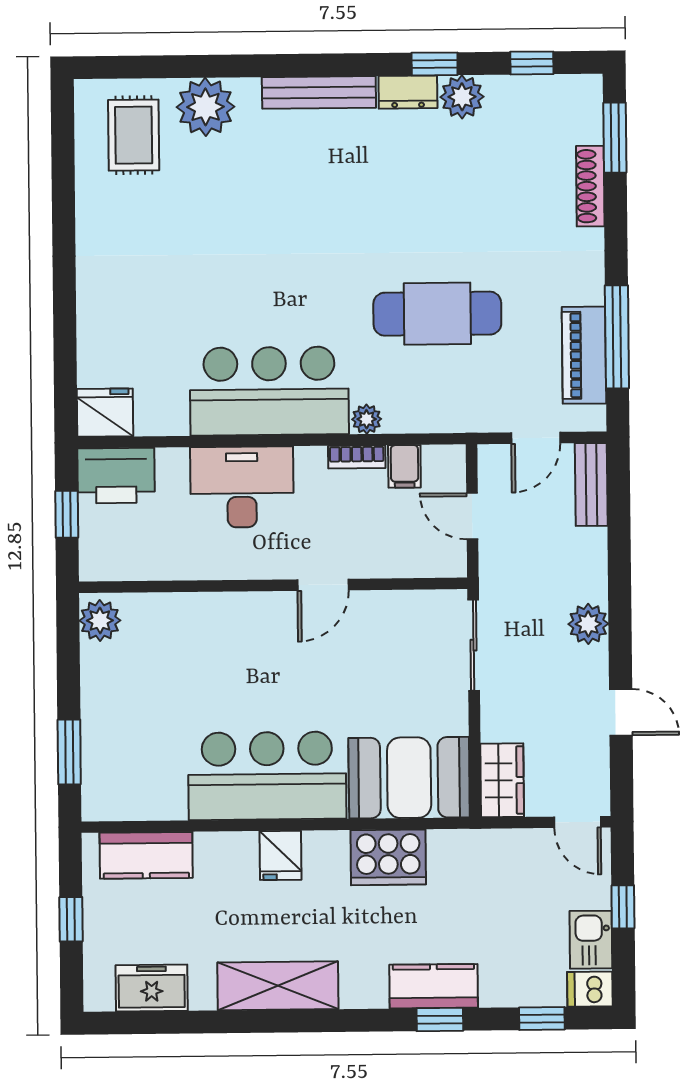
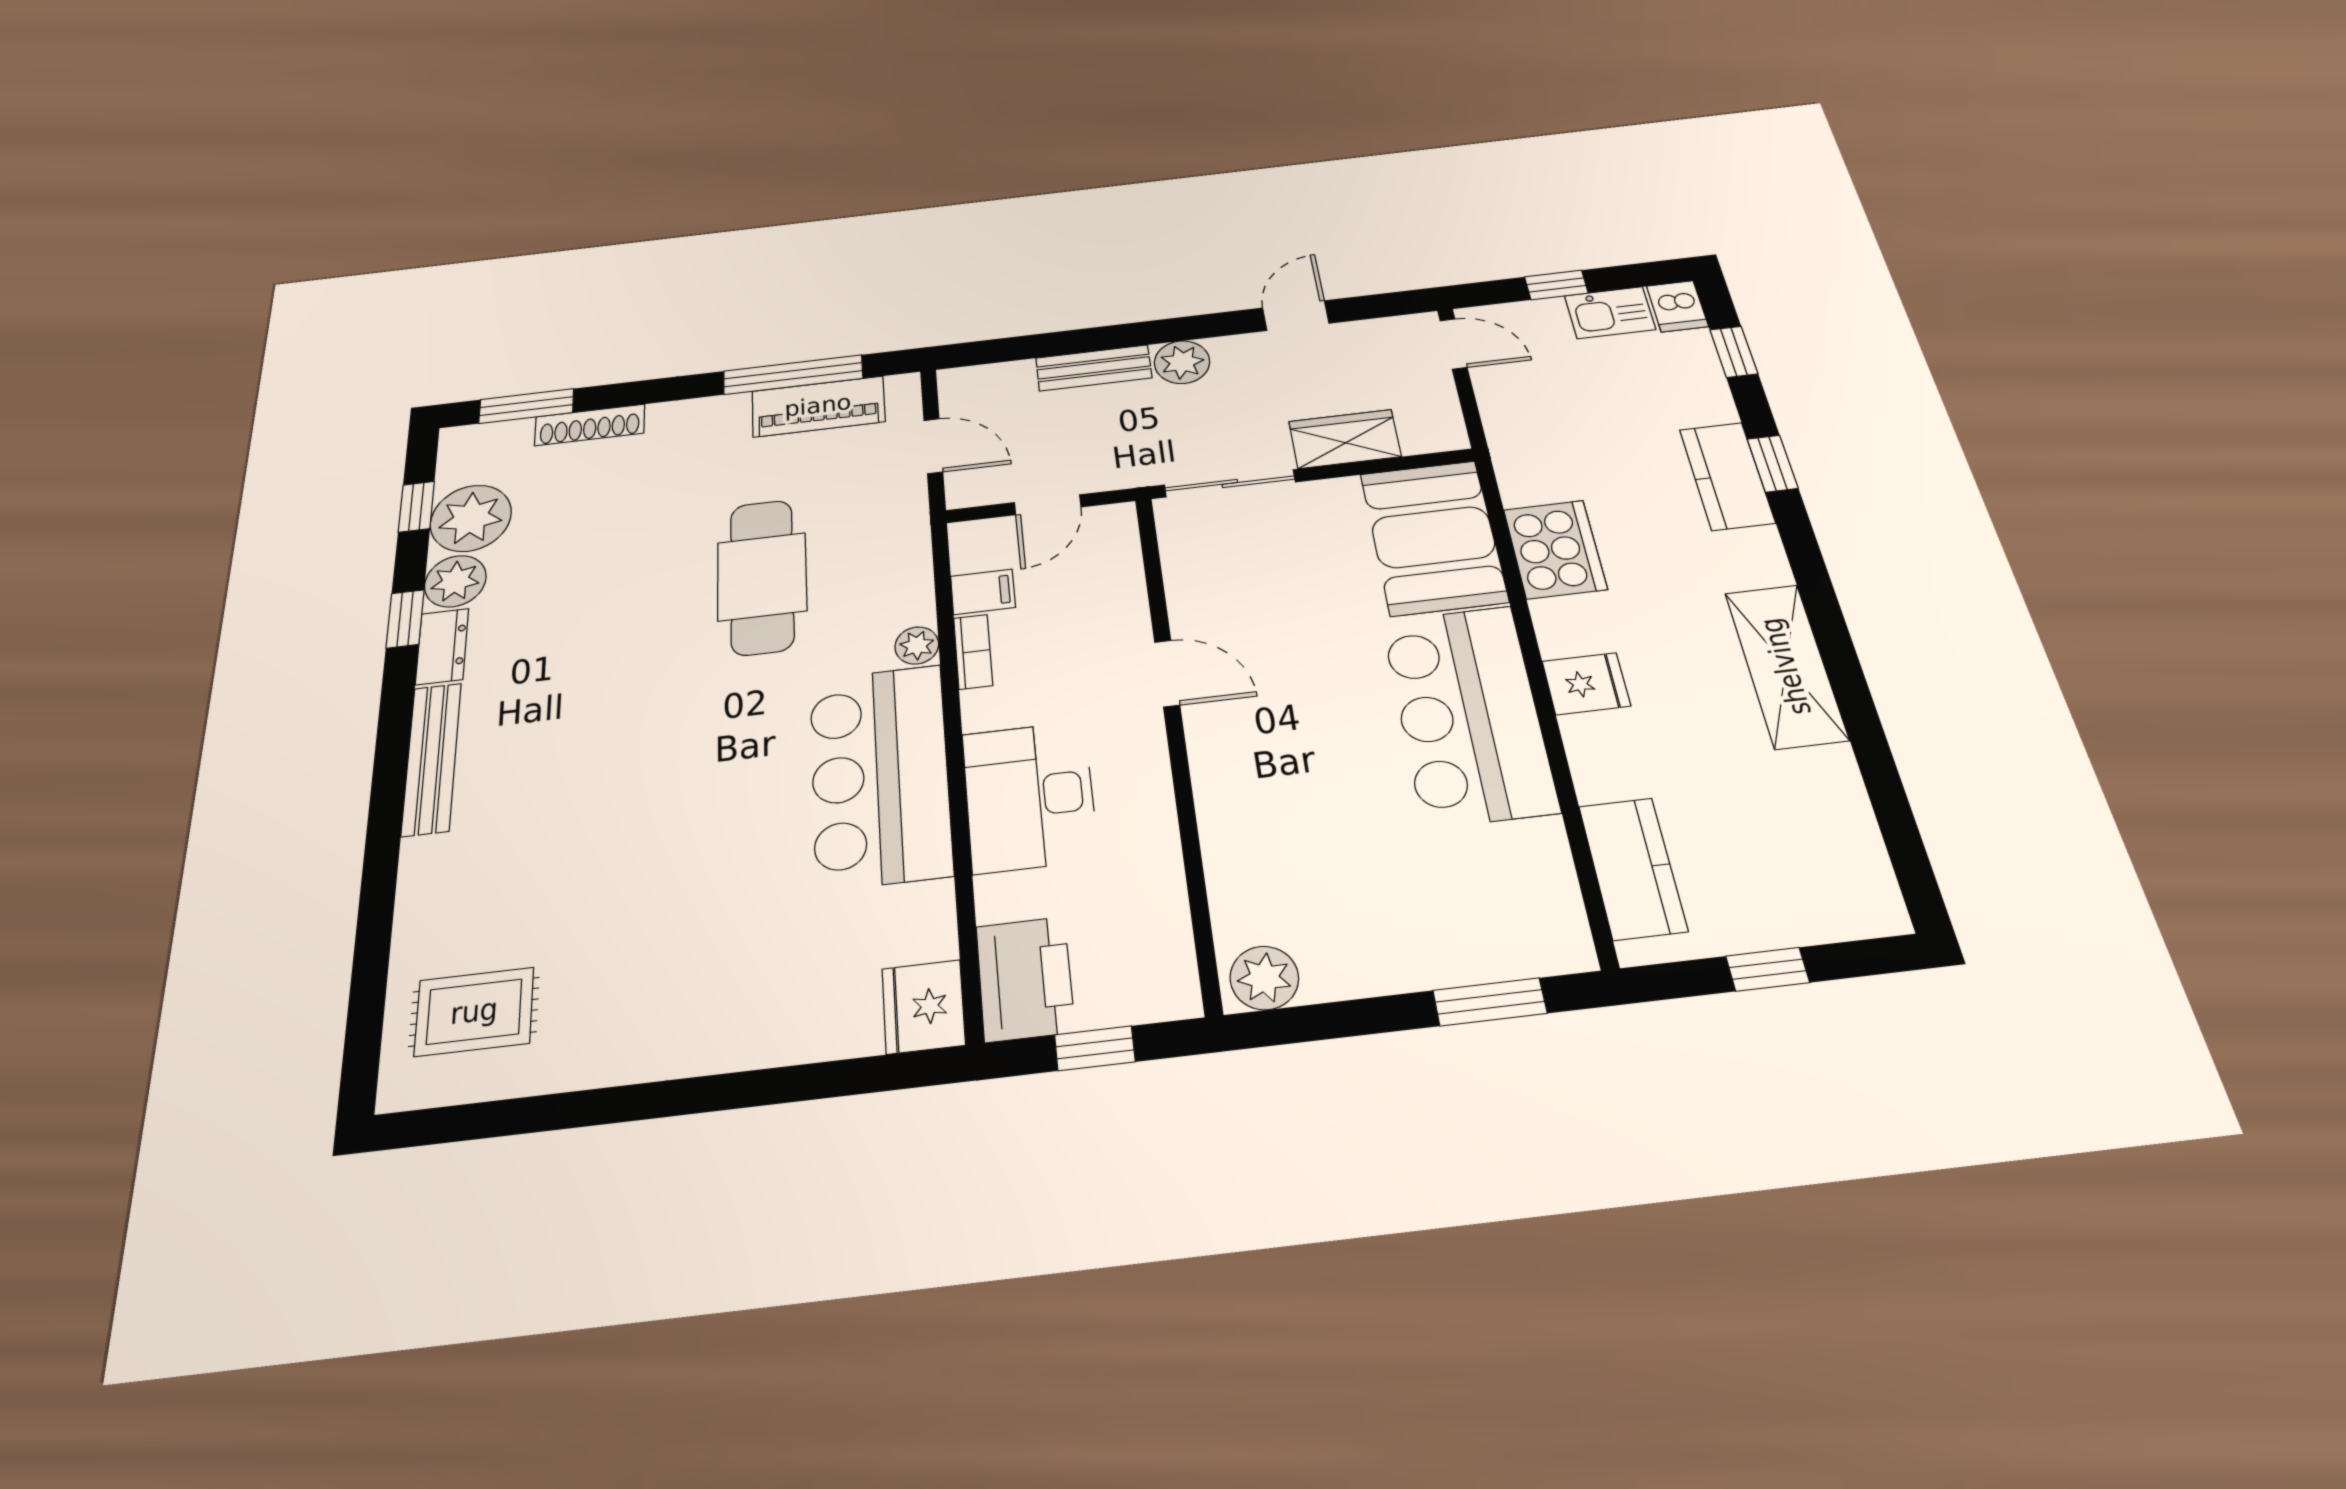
plant: (205, 107) -> (471, 518), moved
bench: (591, 485) -> (1094, 368), moved
wardrobe: (502, 780) -> (1345, 439), moved
door: (577, 822) -> (1454, 344), hinge flipped
freezer: (152, 988) -> (1844, 837), removed

